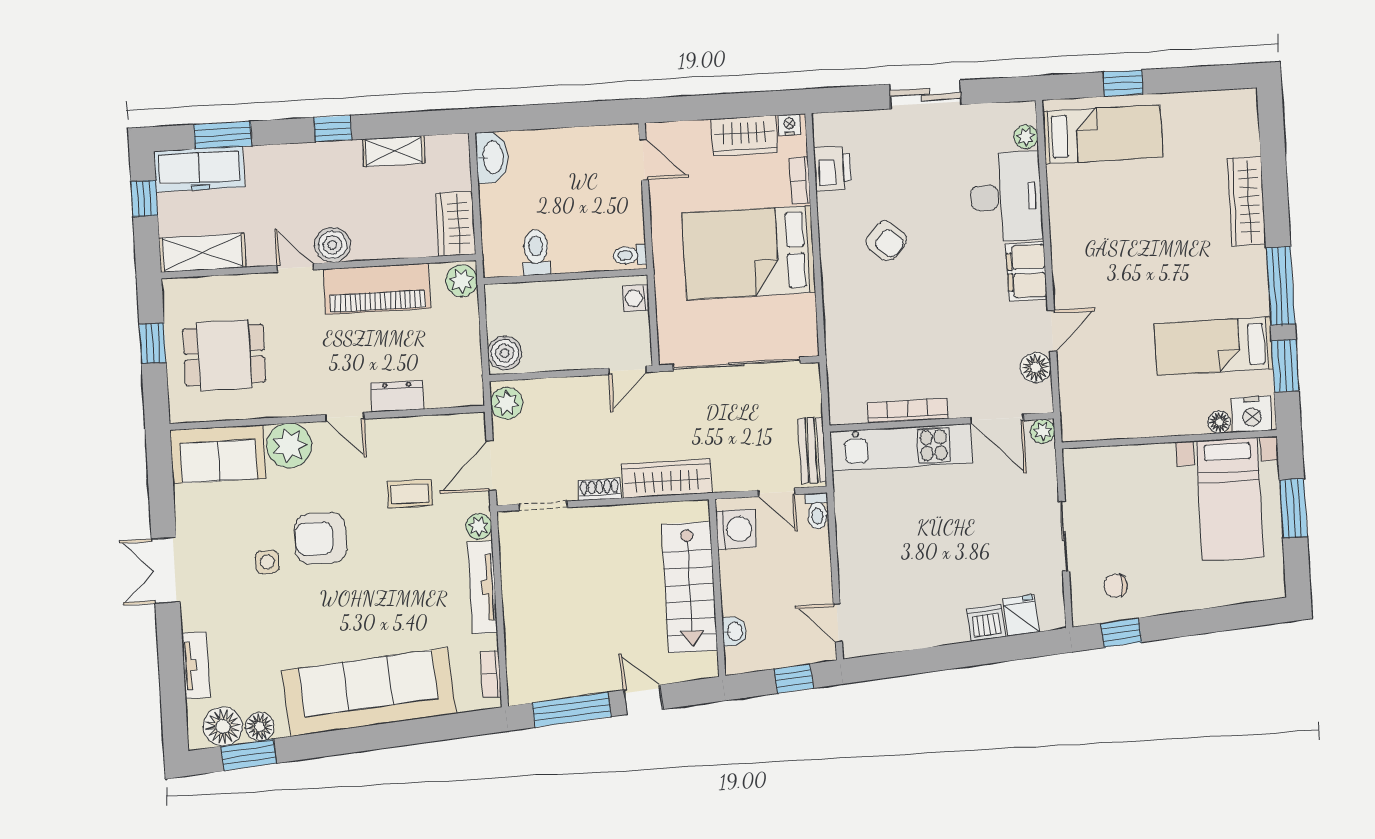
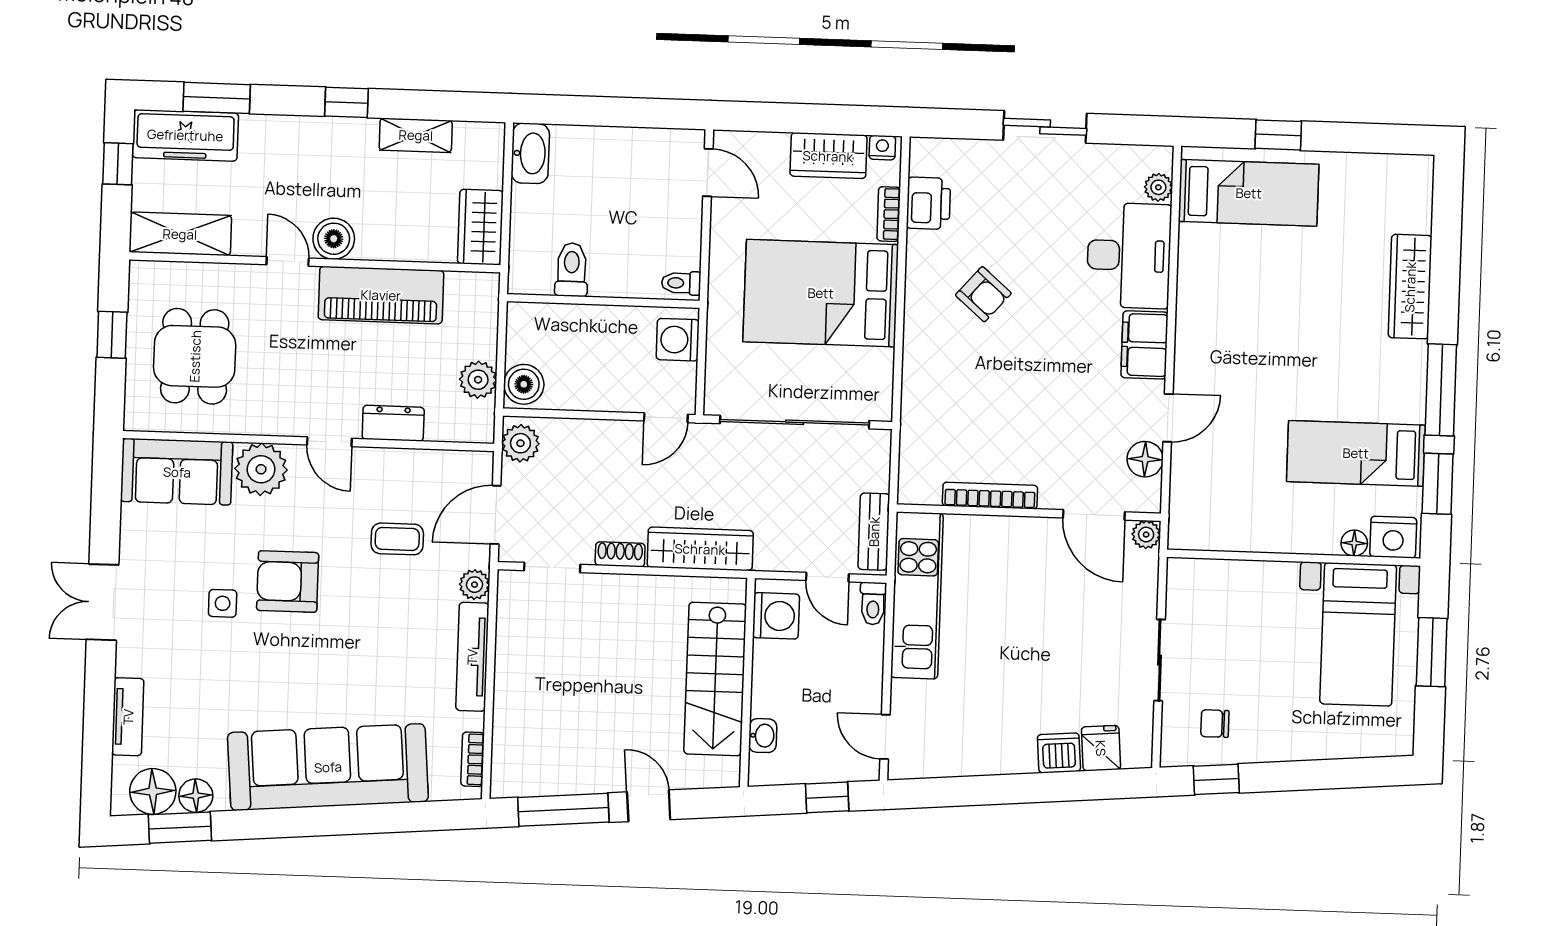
plant: (462, 281) -> (478, 380), moved
washing machine: (636, 298) -> (678, 340), width x1.38, depth x1.38
dining table: (224, 355) -> (195, 356), turned 90
kitchen unit: (901, 447) -> (917, 595), moved, turned -90

